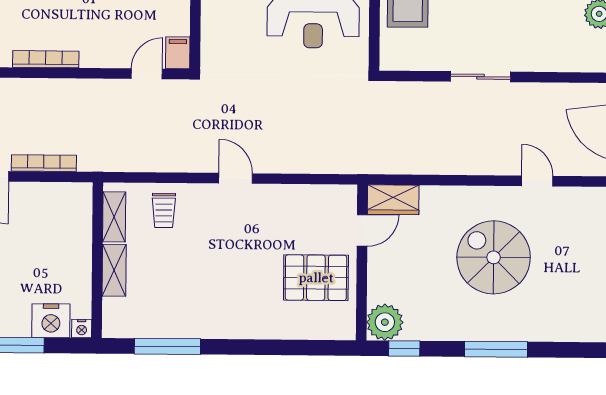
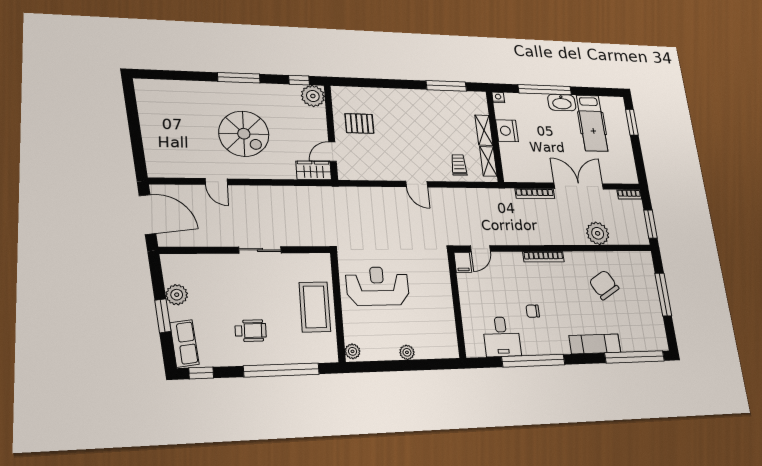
pallet: (316, 278) -> (359, 123), width x0.67, depth x0.71
nightstand: (51, 321) -> (507, 131), moved, turned -90

